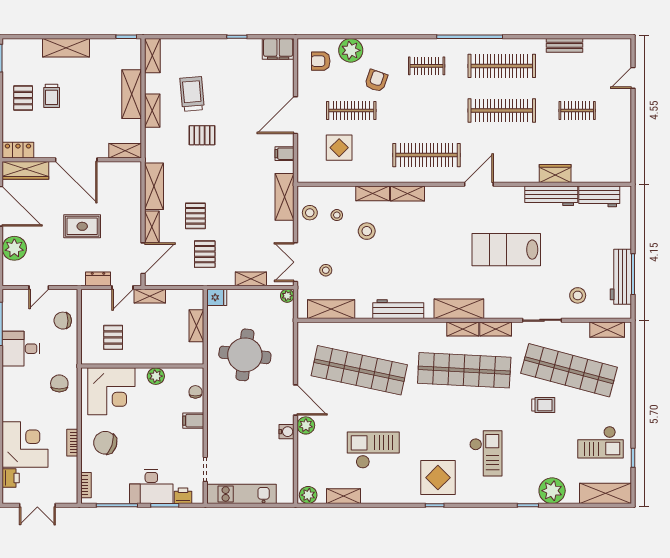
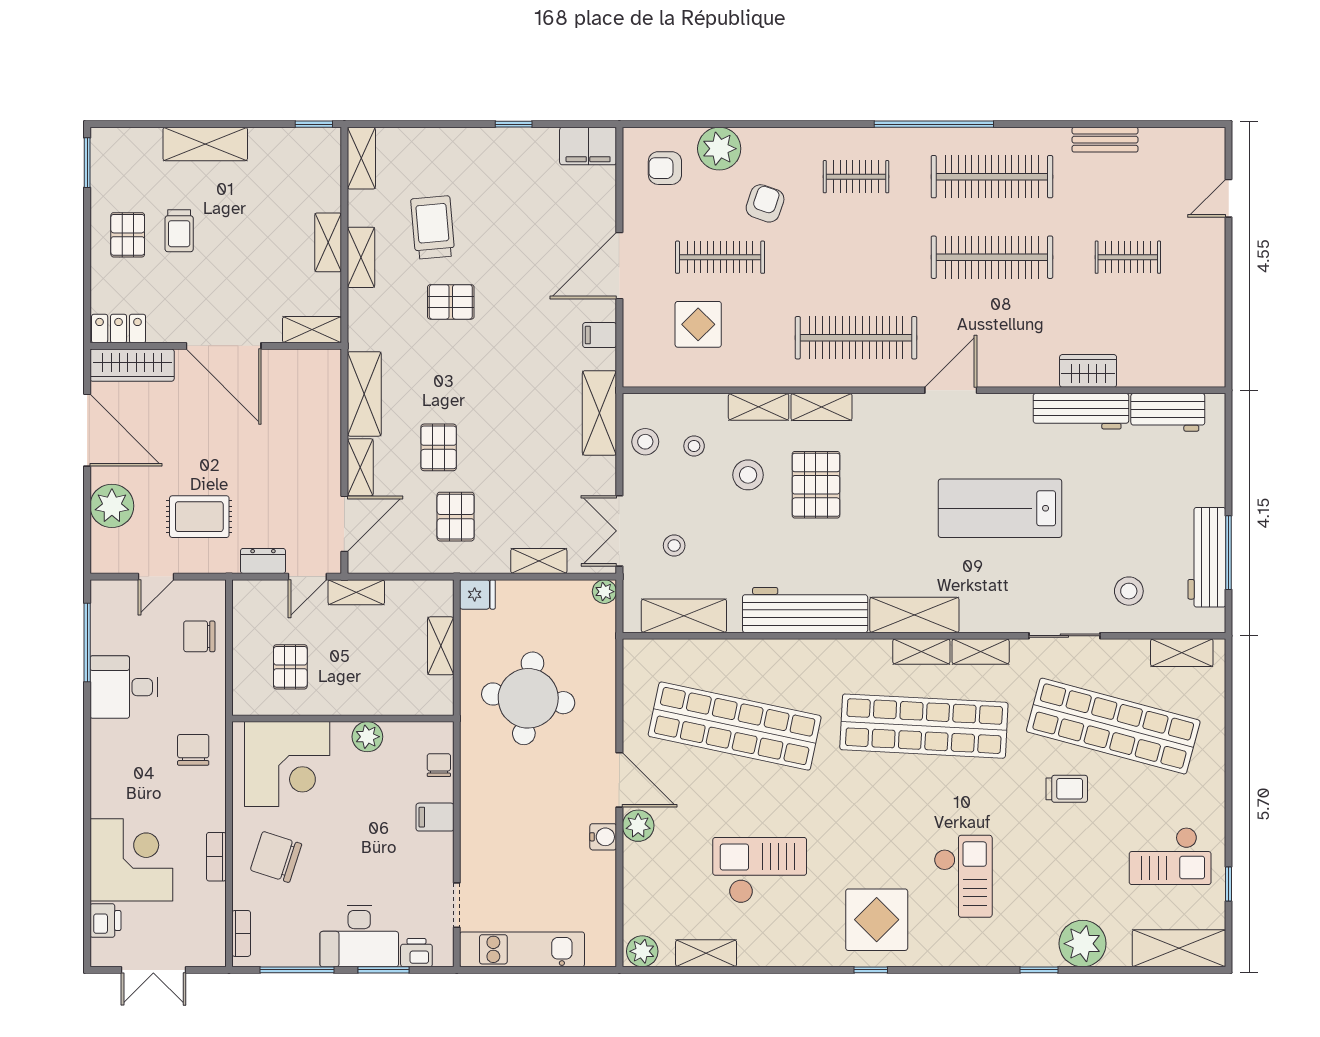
shelving: (132, 94) -> (328, 242), width x0.67, depth x0.75
rug: (82, 226) -> (199, 517), moved
pallet: (404, 237) -> (816, 485), added
workbench: (398, 309) -> (805, 610), width x1.36, depth x1.32

